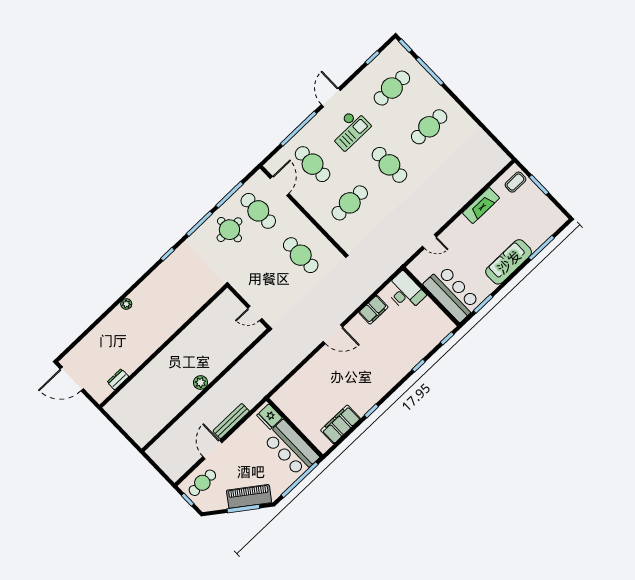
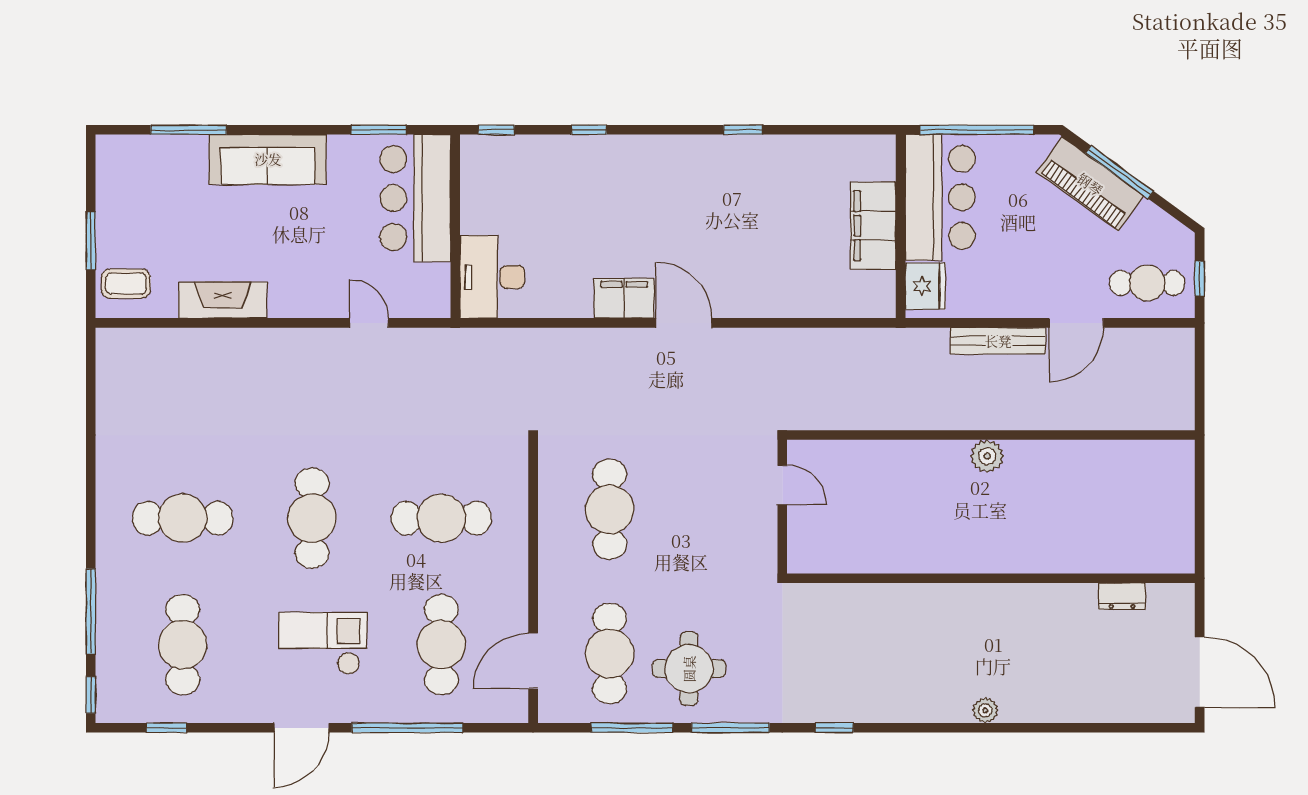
cafe table: (392, 88) -> (183, 645), turned 90
filing cabinet: (373, 310) -> (624, 298), moved
filing cabinet: (340, 424) -> (873, 226), moved, turned 90

